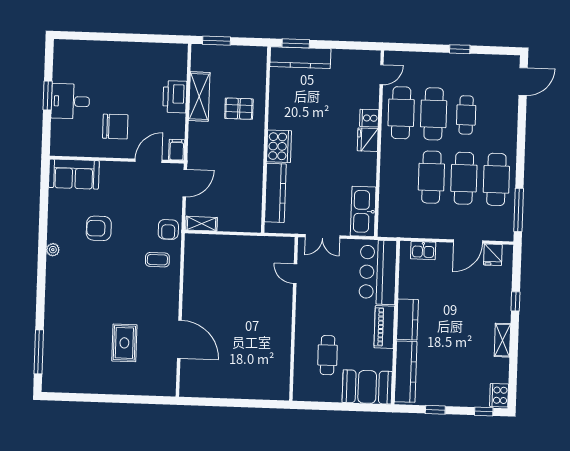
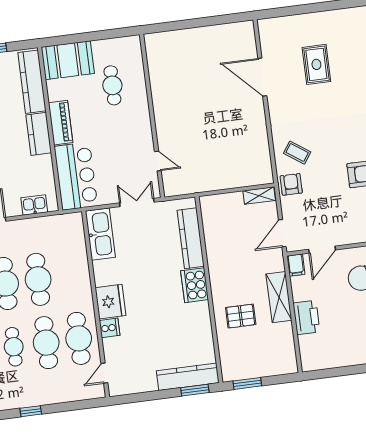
window: (217, 41) -> (247, 383), moved
shelving: (199, 96) -> (279, 297), moved
fridge: (368, 140) -> (110, 302), width x1.36, depth x1.34
coffee table: (157, 260) -> (297, 153), turned 35

